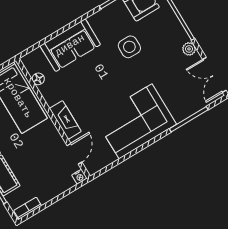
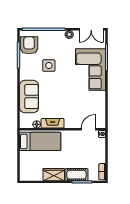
fireplace: (65, 120) -> (53, 123), moved
corner sofa: (136, 121) -> (91, 70), moved
door: (74, 154) -> (88, 129), hinge flipped

